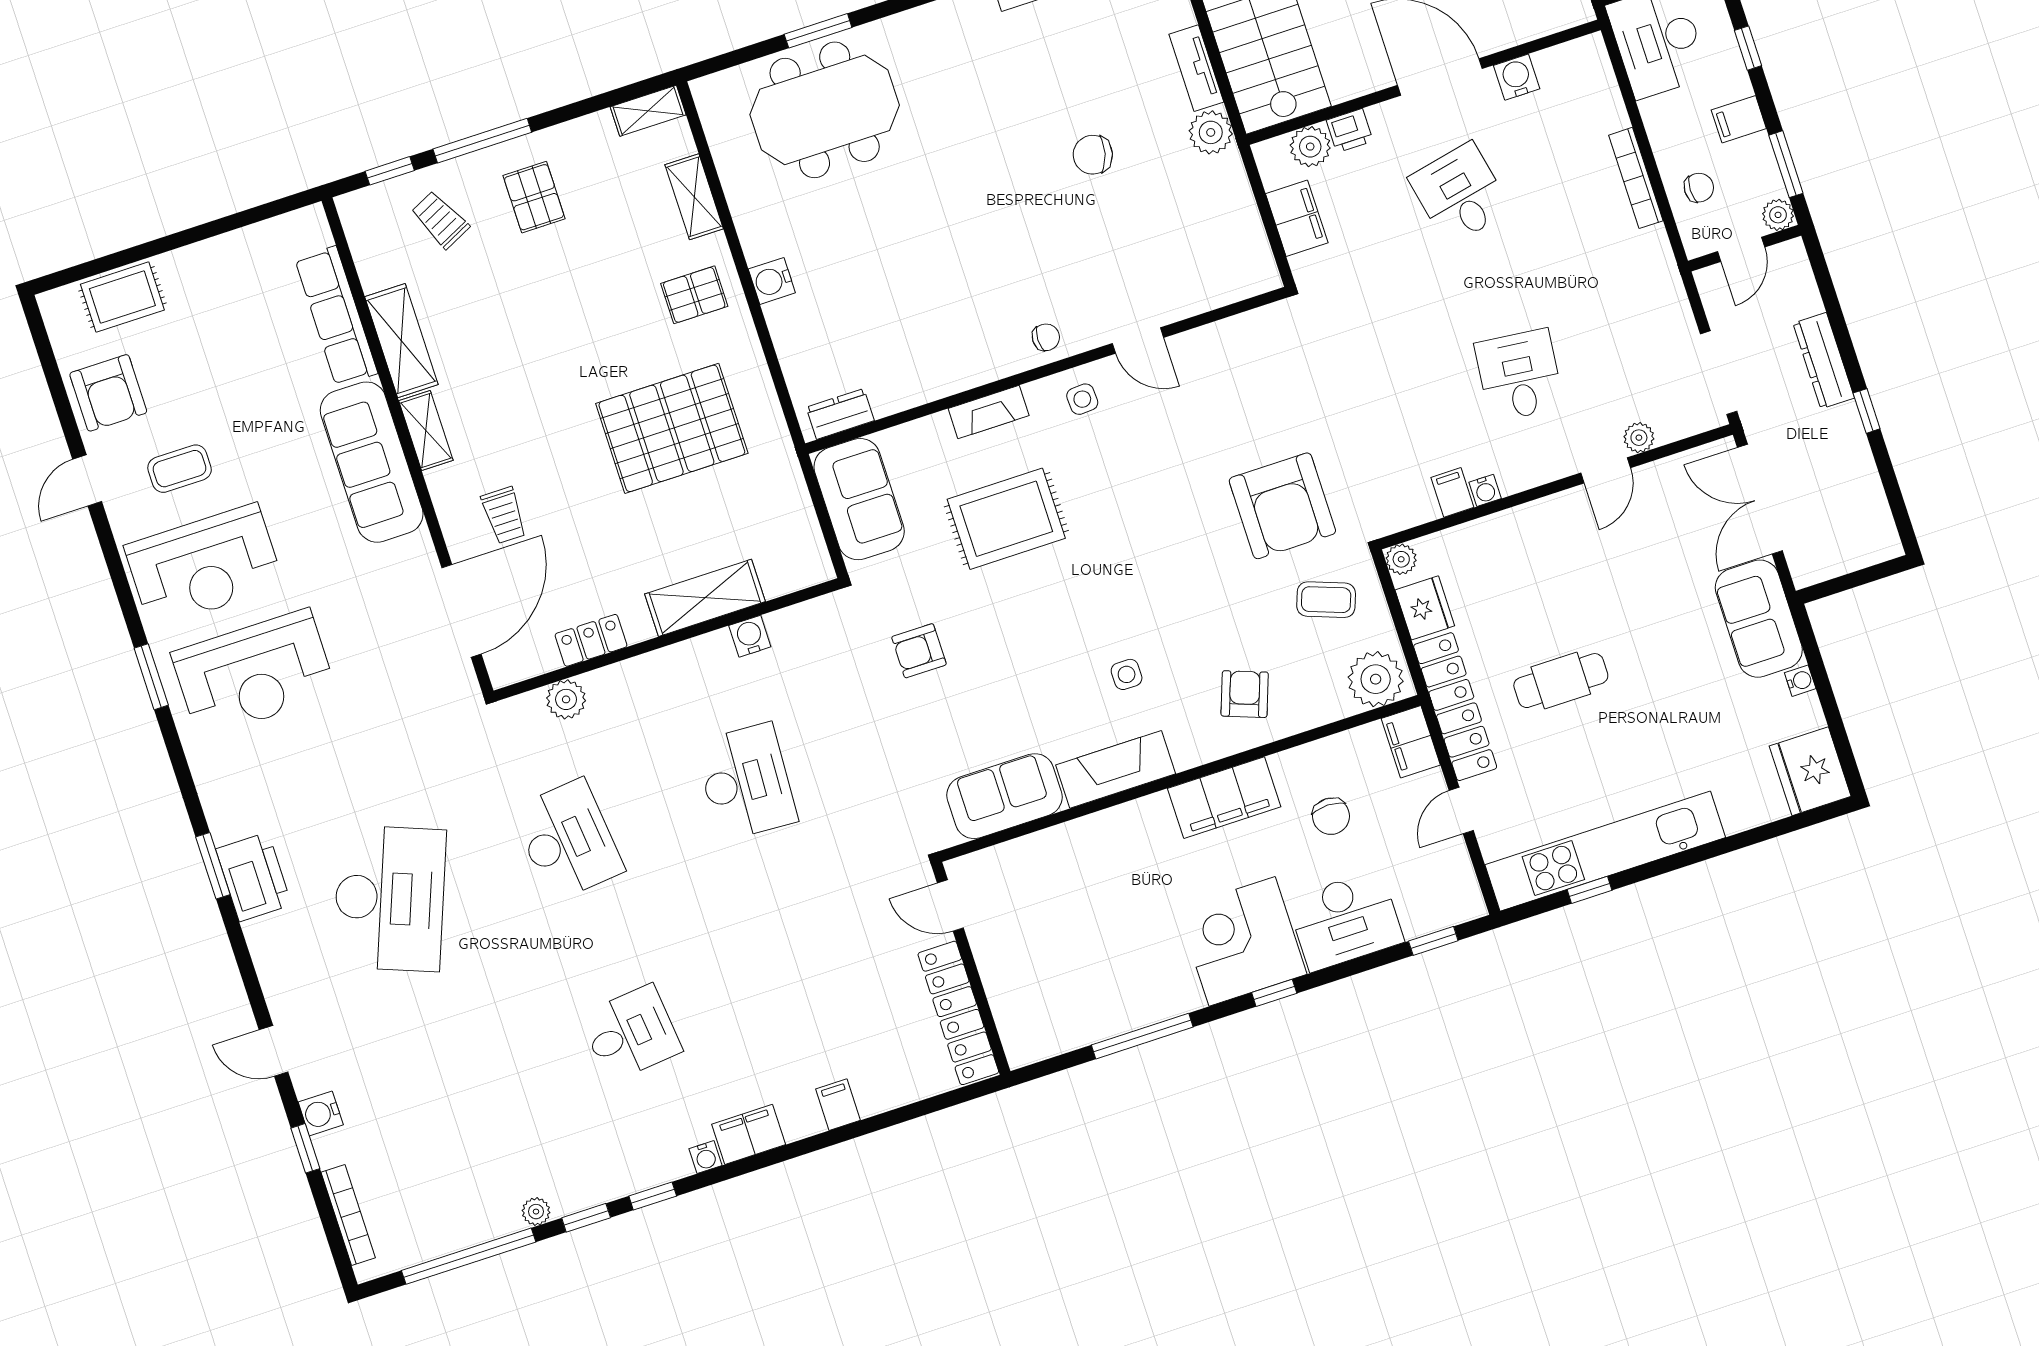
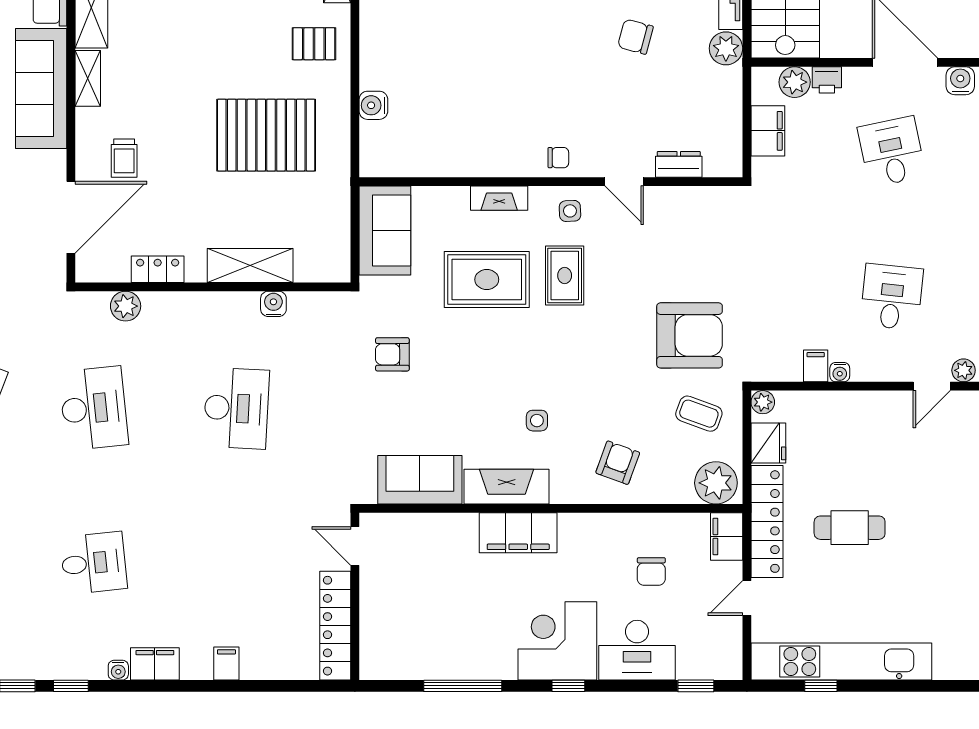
water cooler: (772, 281) -> (373, 105), moved
dresser: (840, 414) -> (679, 164), moved
rug: (1102, 482) -> (565, 276), added
armchair: (1282, 506) -> (690, 335), turned -90
filing cabinet: (1224, 798) -> (518, 533), moved

